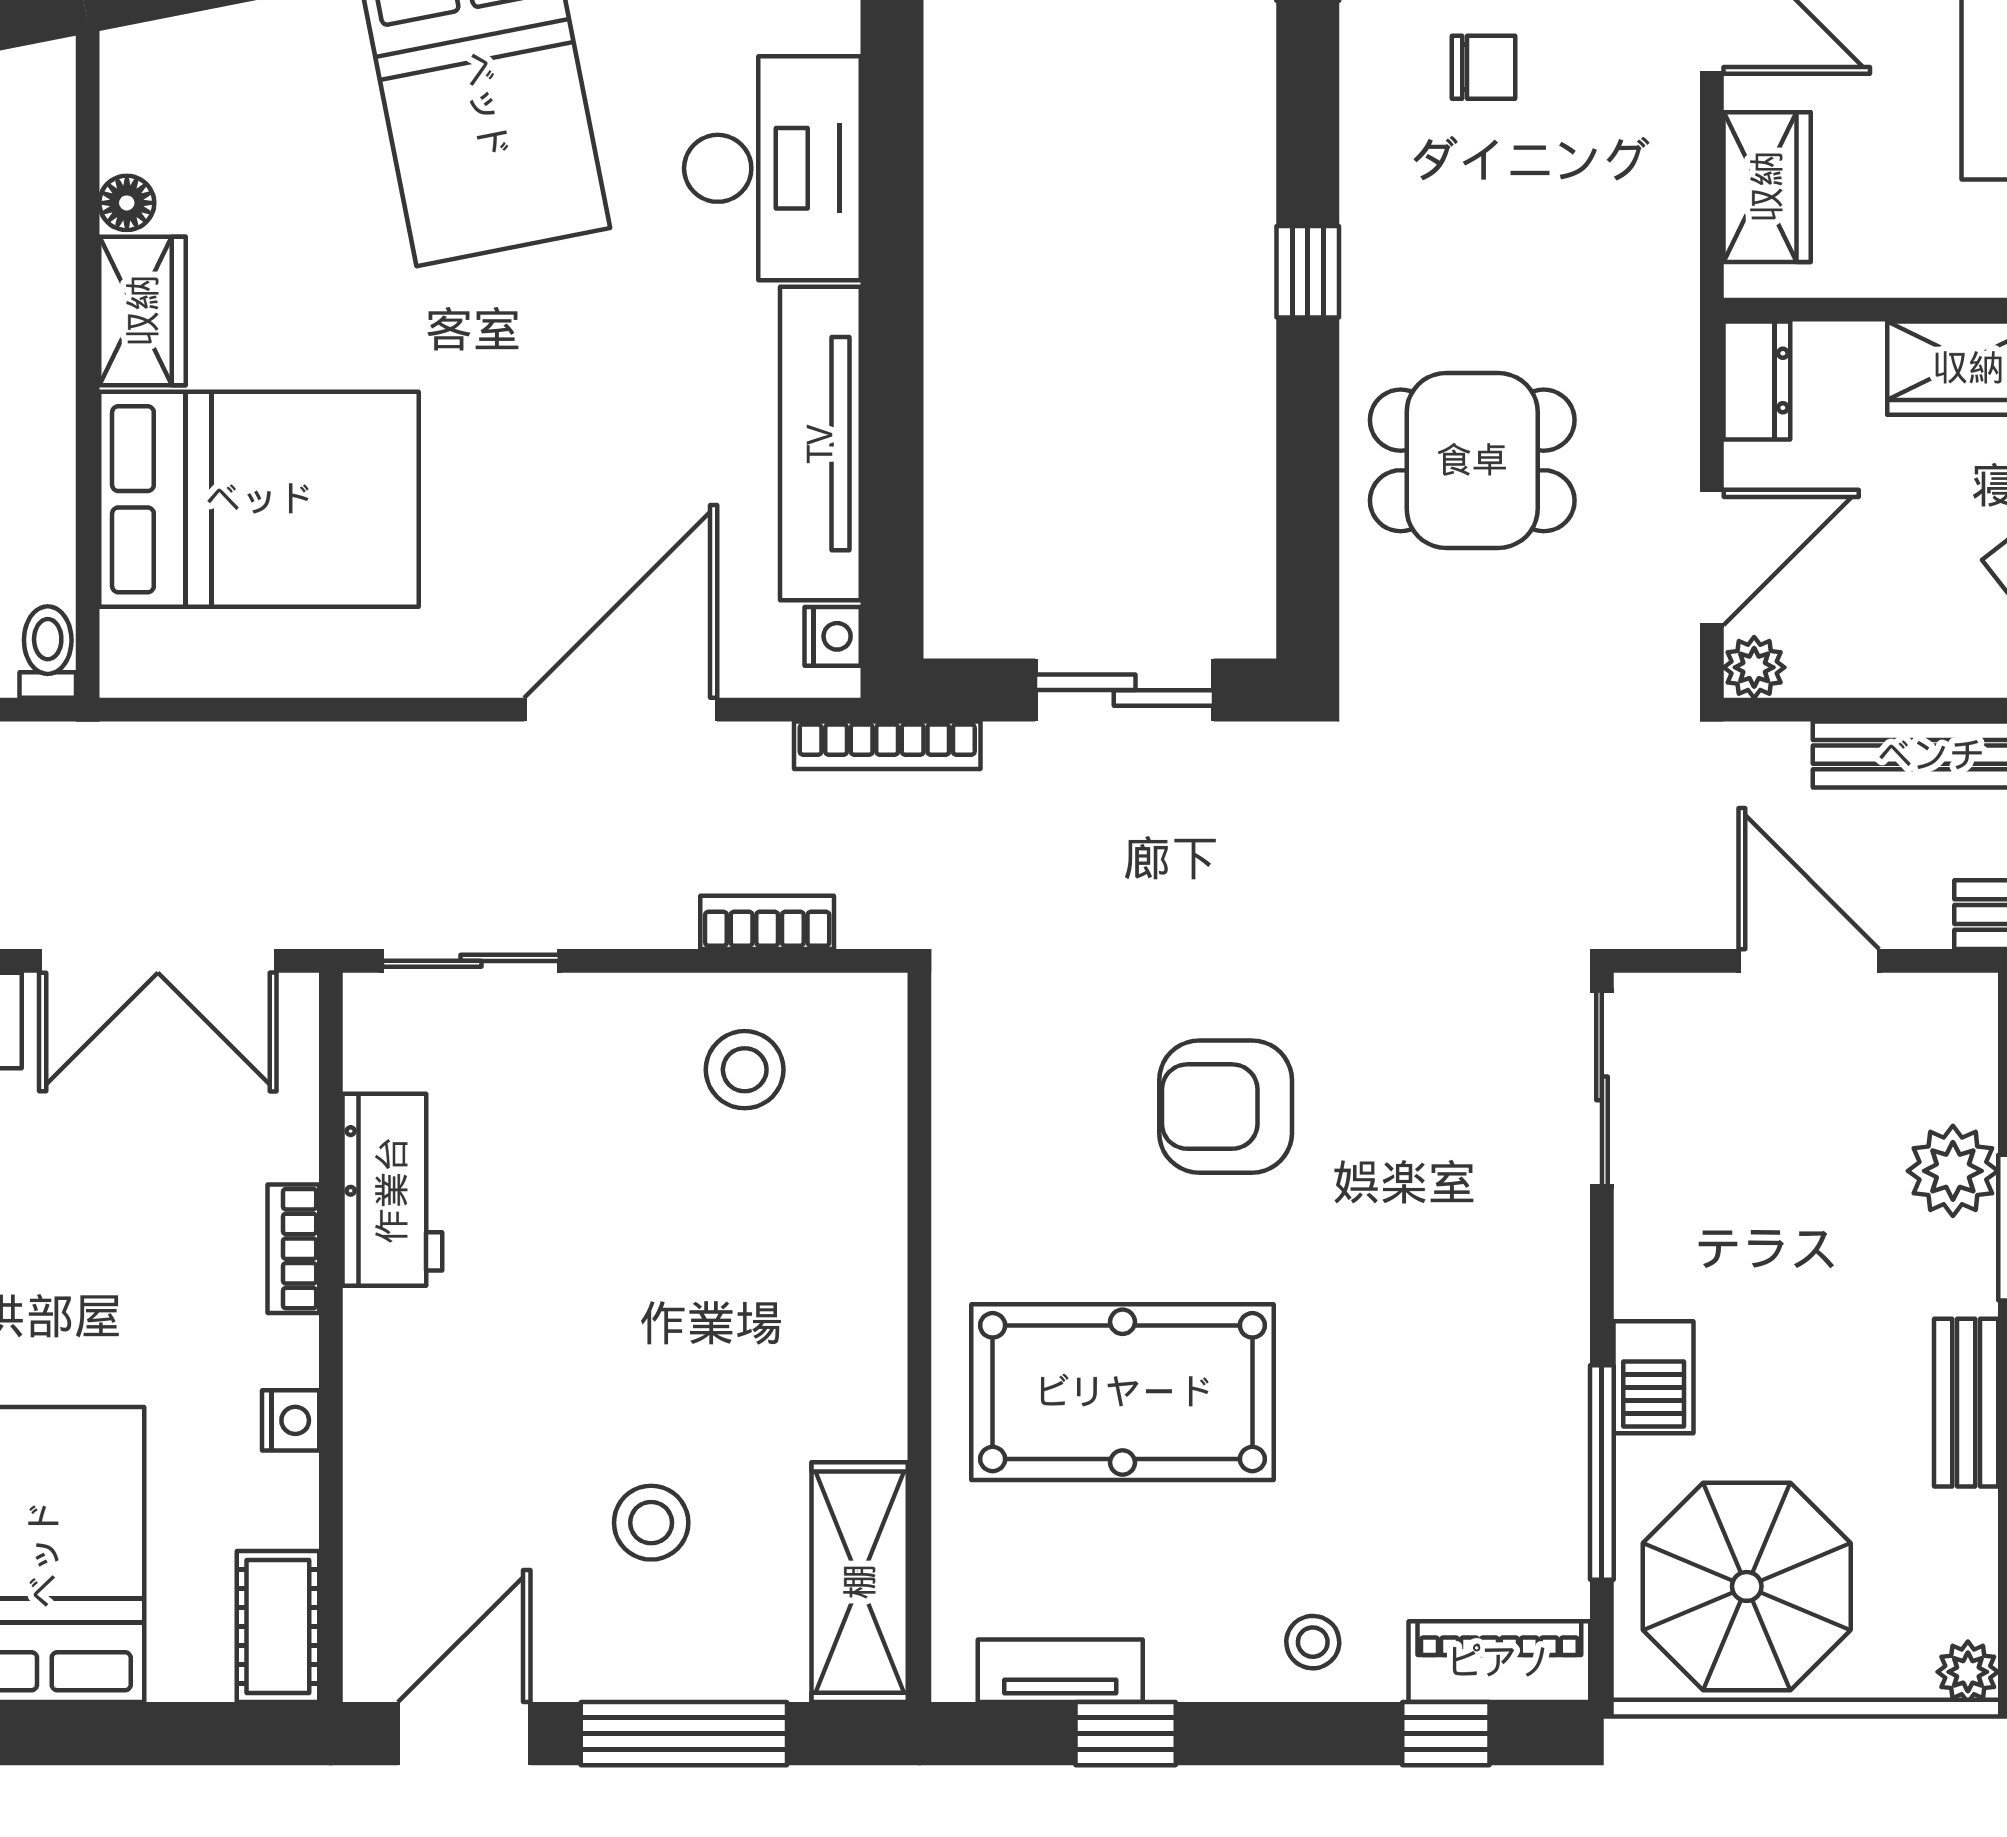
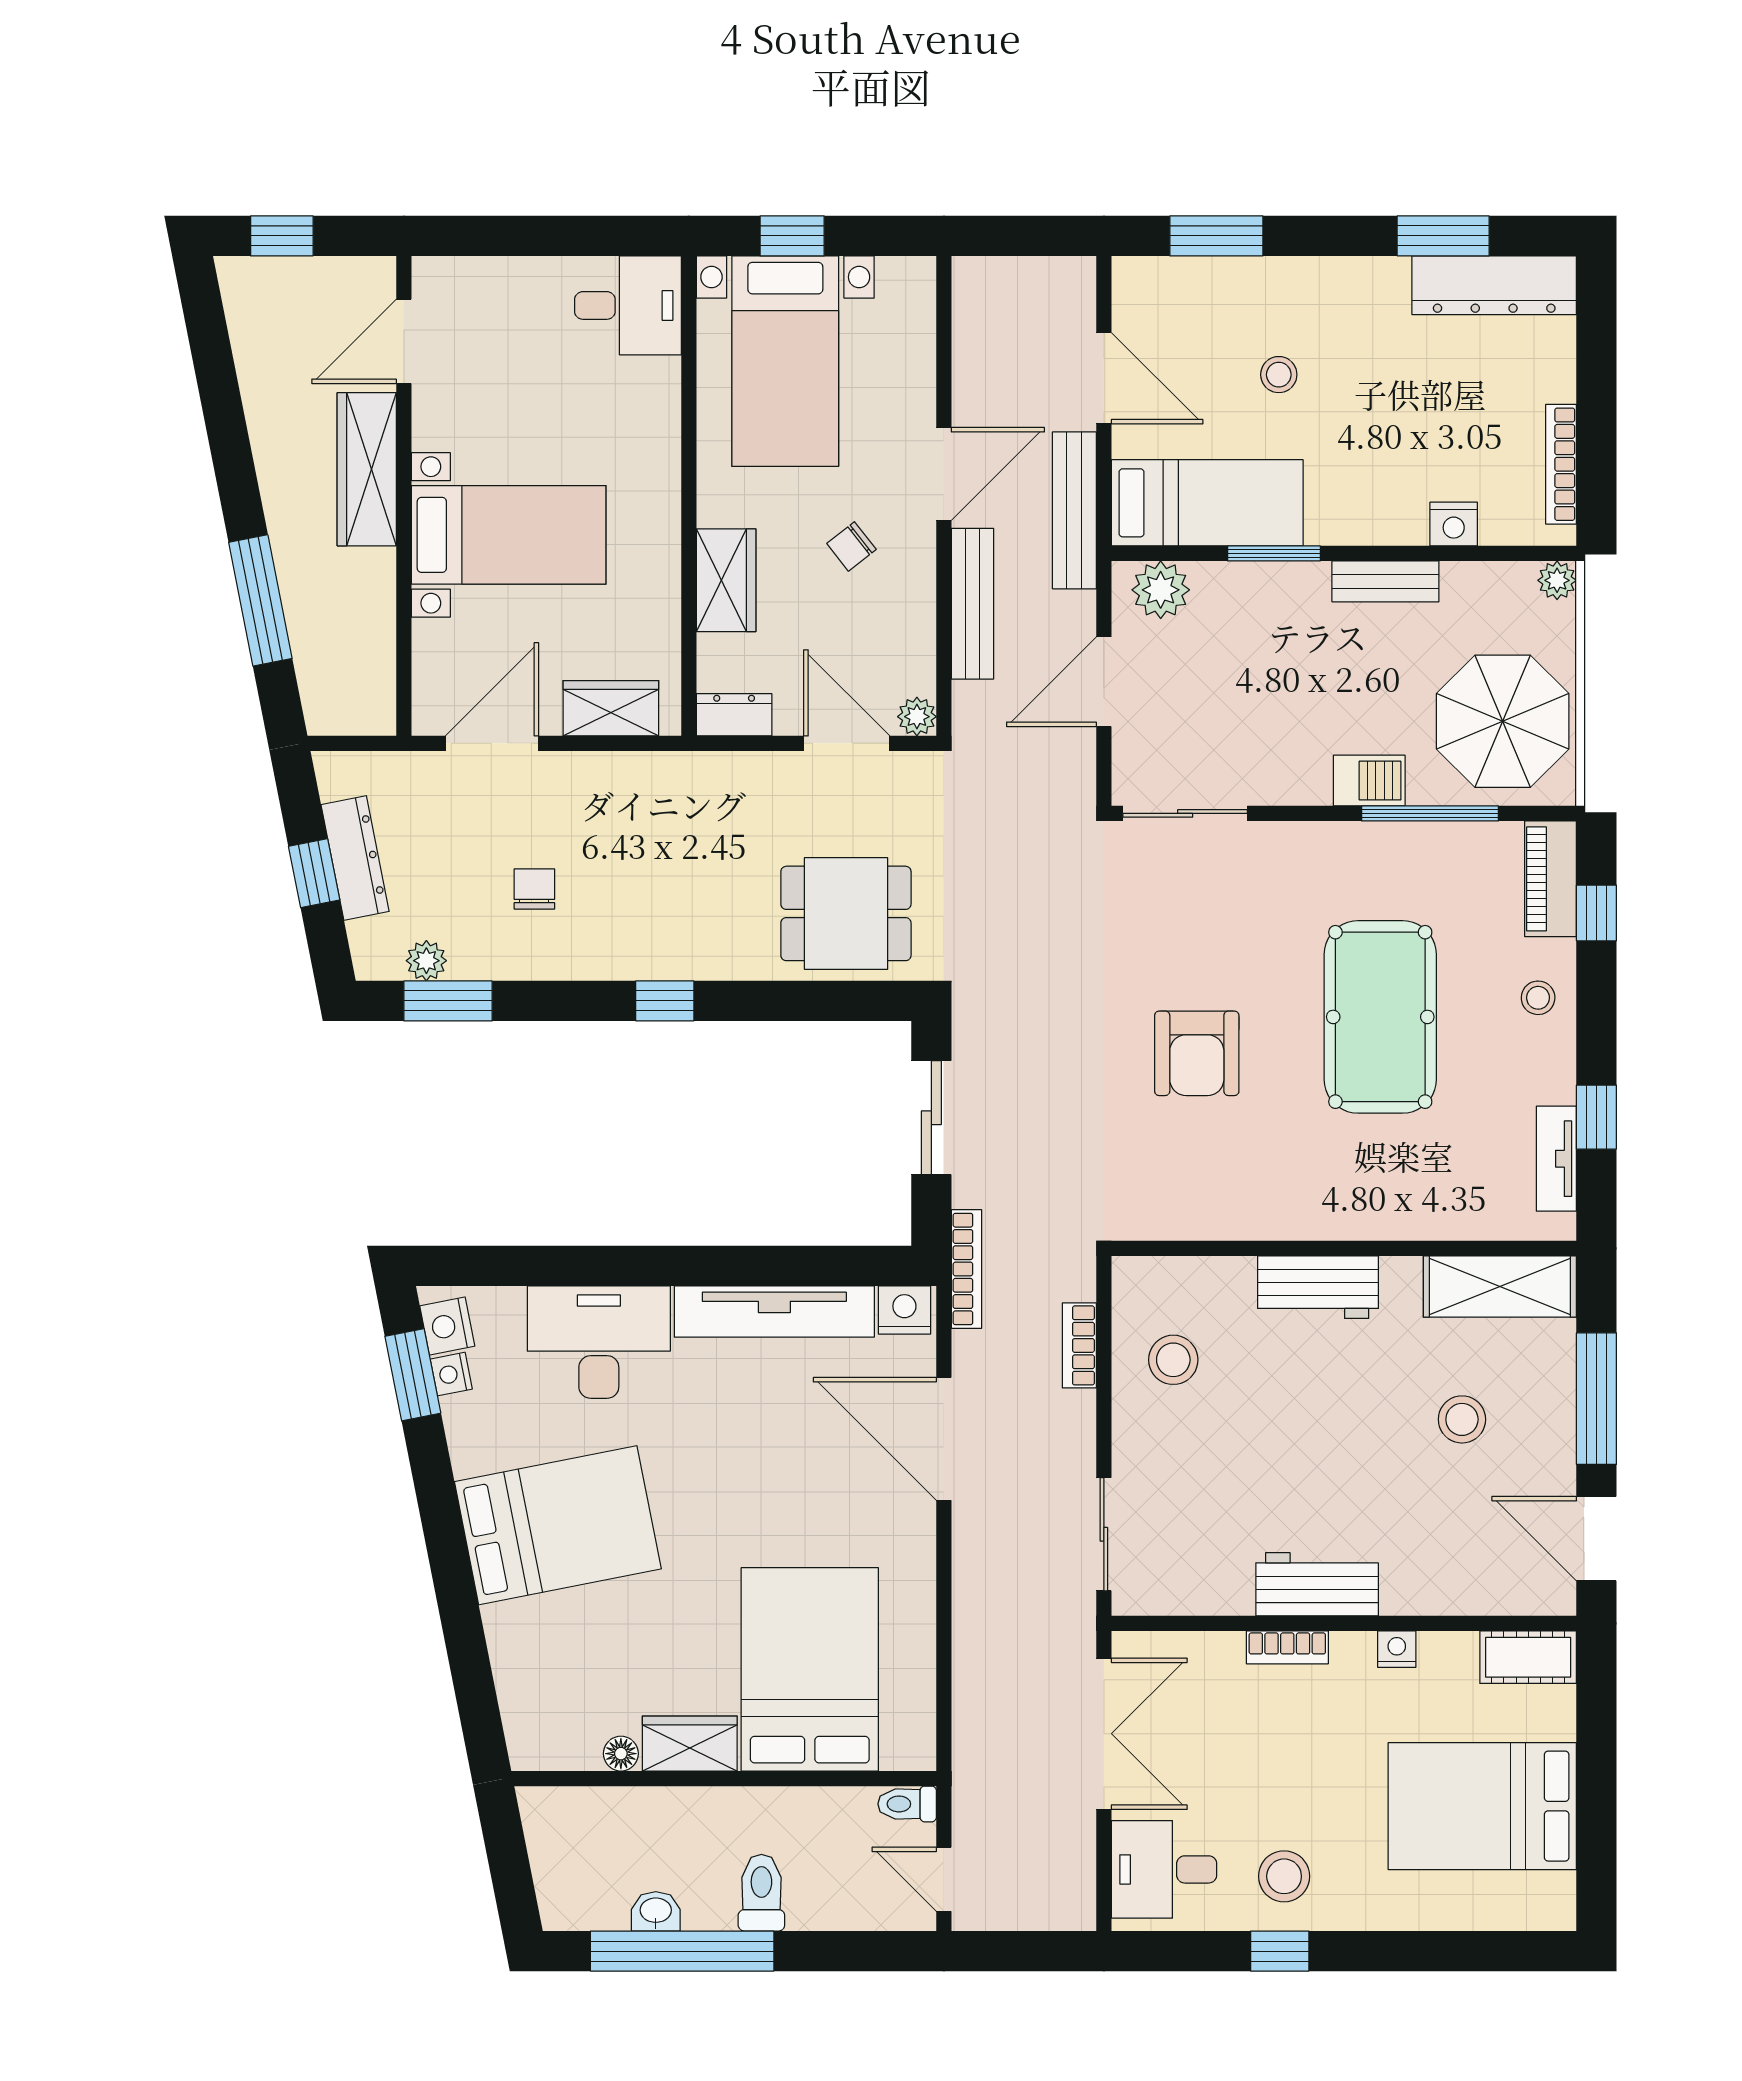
dining table: (1472, 460) -> (846, 913), moved, turned 90
nightstand: (833, 636) -> (904, 1310), width x1.39, depth x1.35
plant: (1953, 1171) -> (1161, 590), moved
workbench: (392, 1190) -> (1317, 1584), moved
workbench: (859, 1297) -> (1318, 1287), added
pool table: (1123, 1392) -> (1380, 1017), moved

